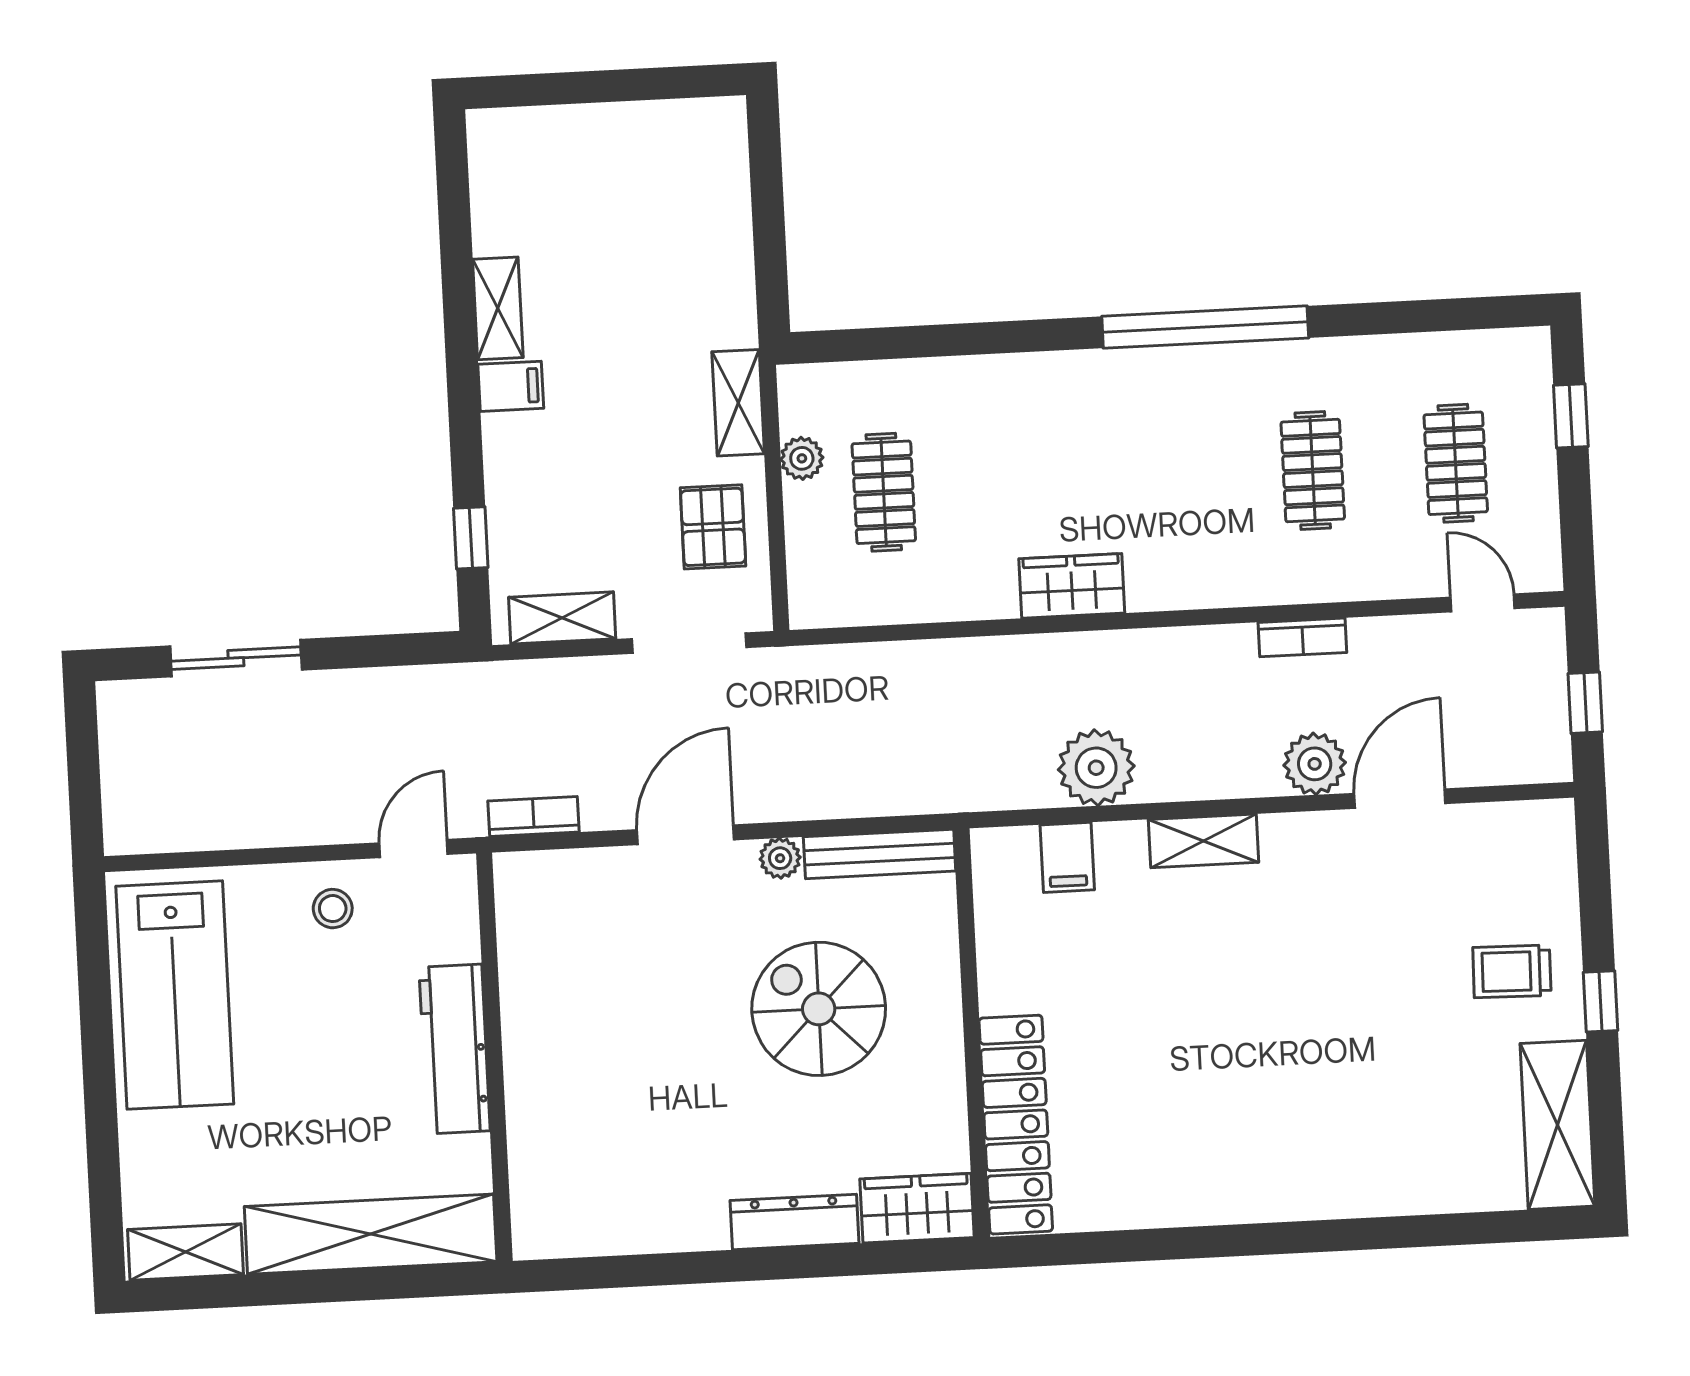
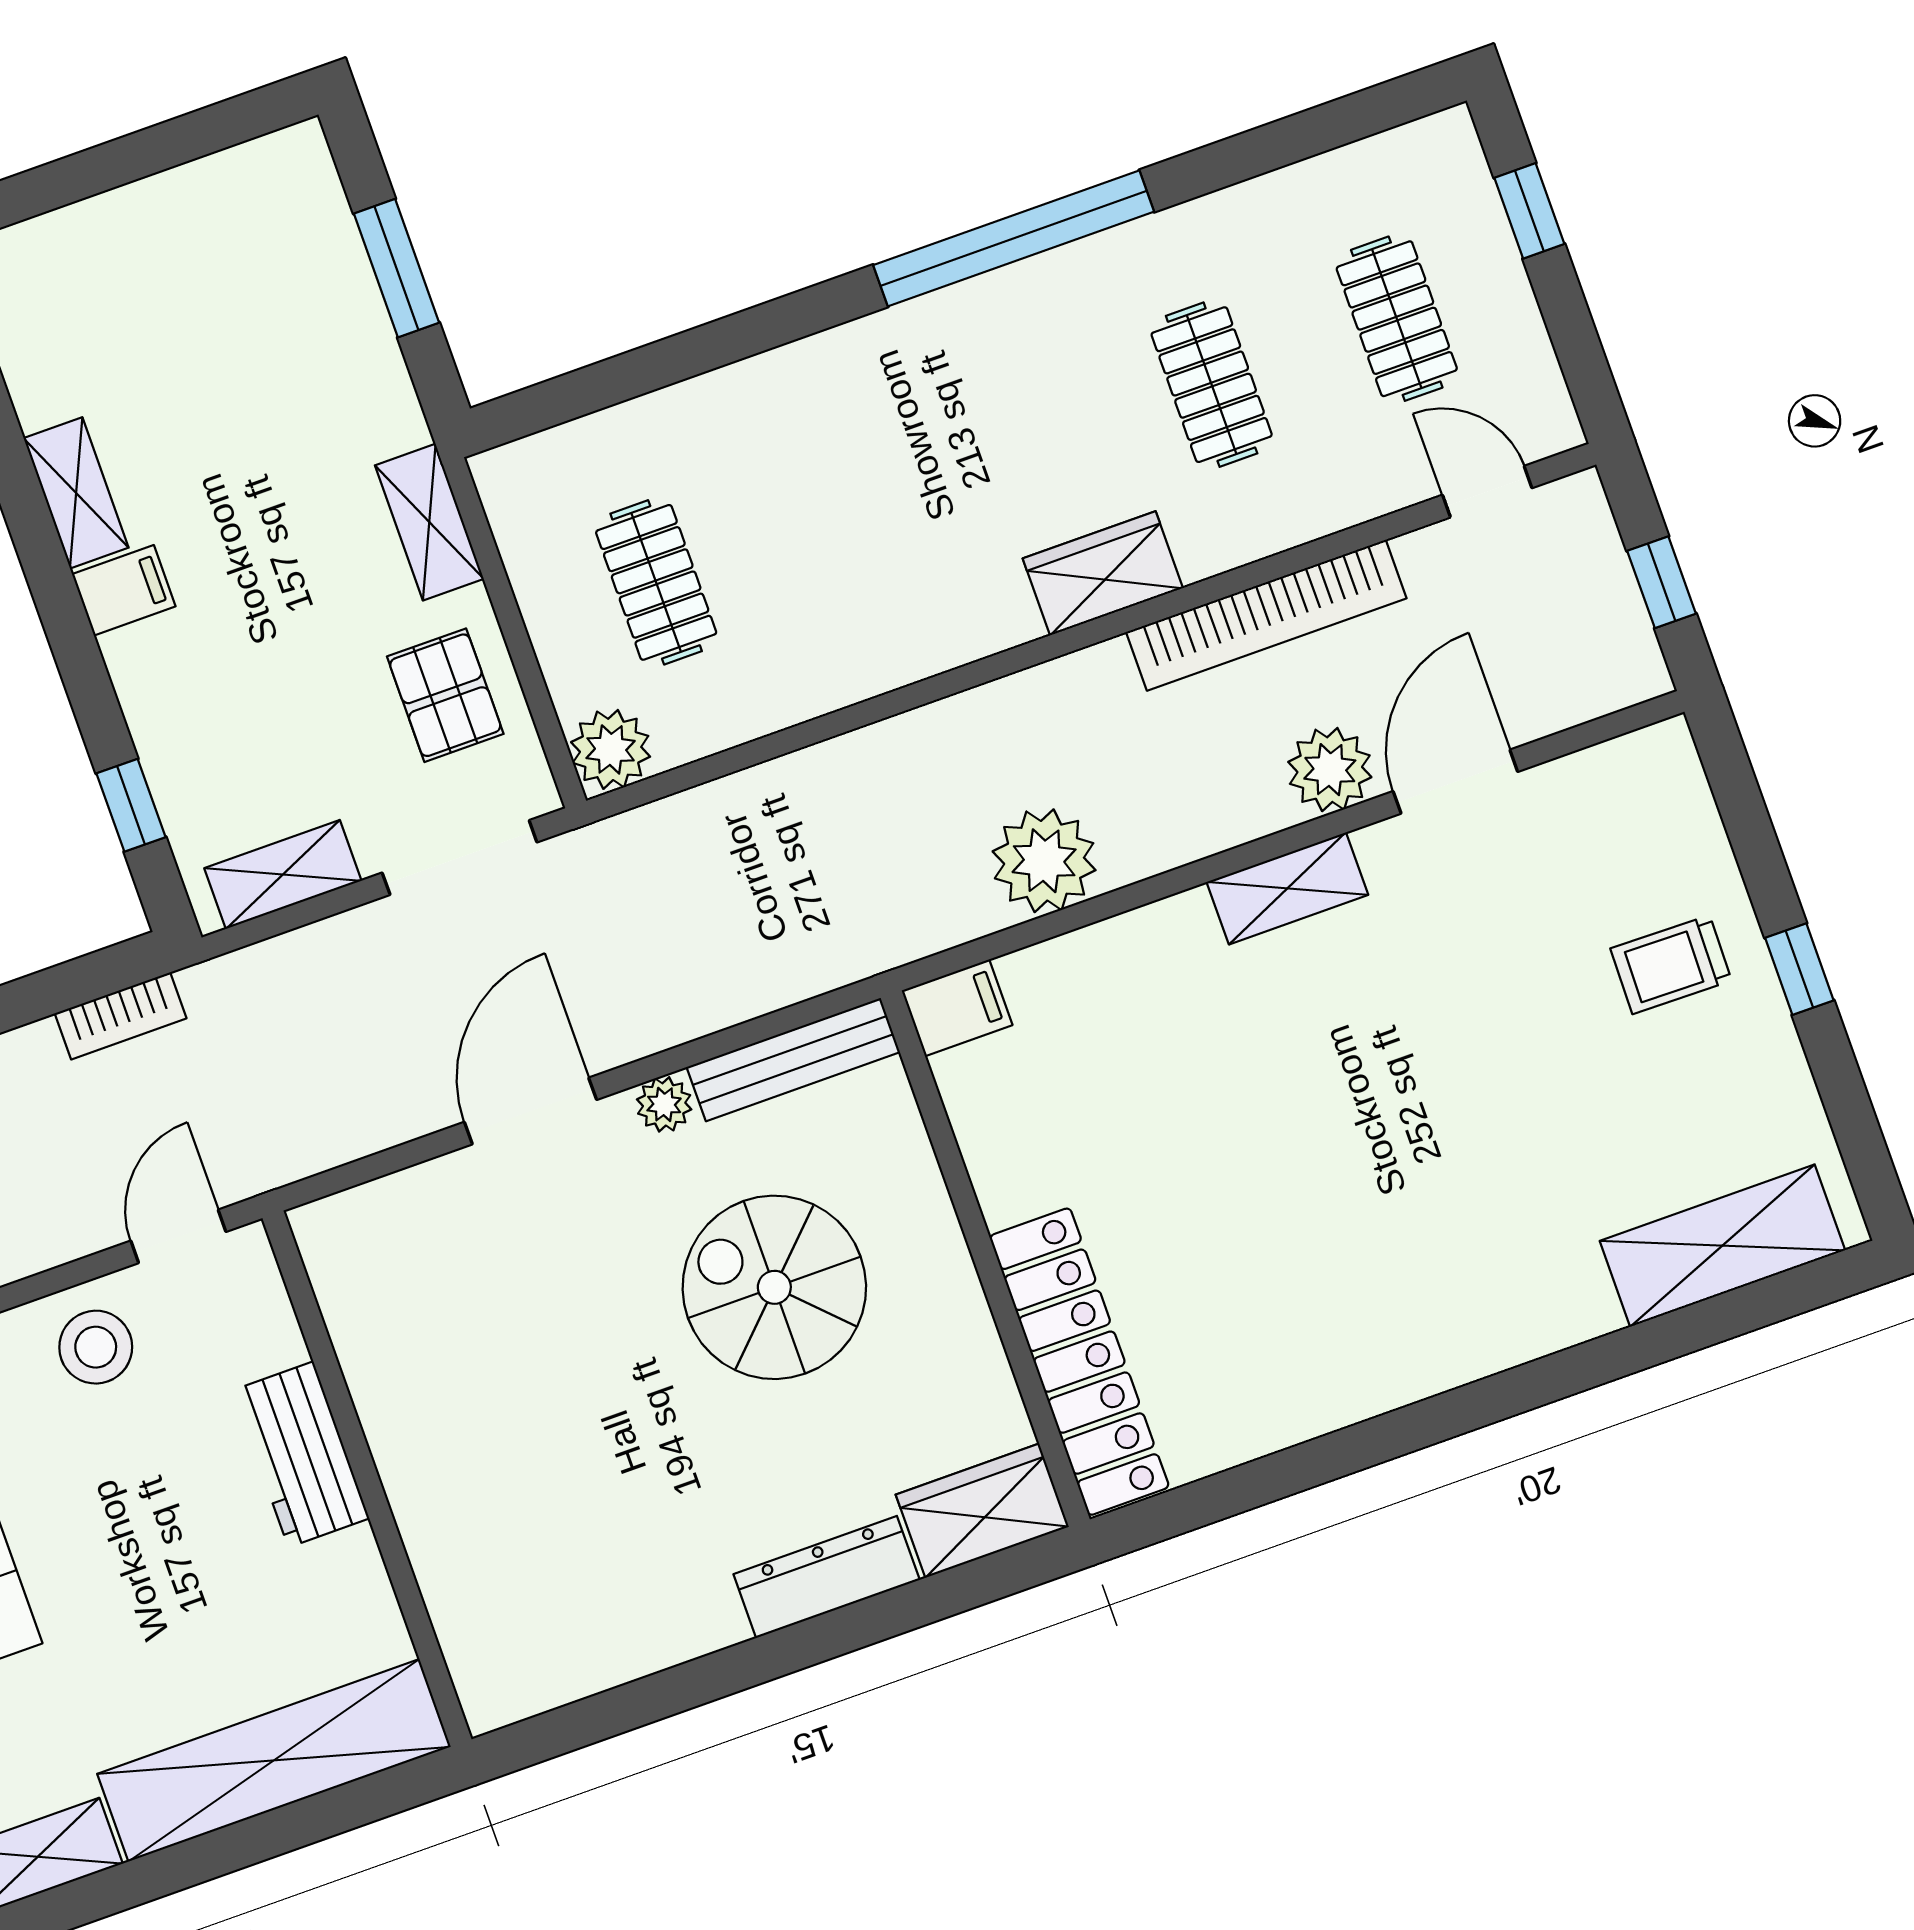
window: (768, 219) -> (396, 268), added
plant: (802, 458) -> (611, 749), moved, width x1.38, depth x1.38
wardrobe: (1072, 586) -> (1103, 573), moved
bookcase: (1302, 637) -> (1266, 615), width x2.31, depth x1.31
bookcase: (533, 817) -> (121, 1016), moved, turned 180
shelving: (1203, 841) -> (1287, 888), moved
filing cabinet: (1067, 857) -> (957, 1008), moved, turned -90
stool: (333, 909) -> (96, 1347), width x1.37, depth x1.37
workbench: (455, 1049) -> (301, 1454), width x0.73
shelving: (1557, 1125) -> (1722, 1246), moved, turned 90

